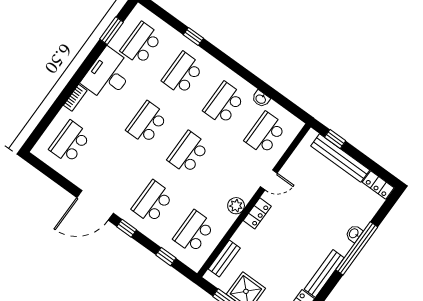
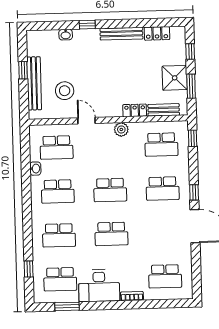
window: (193, 36) -> (29, 269), moved
window: (335, 139) -> (23, 70), moved
stool: (312, 181) -> (65, 91), added
locker: (378, 185) -> (33, 43), removed
locker: (257, 213) -> (135, 110), moved
washbasin: (354, 233) -> (66, 35), moved
window: (357, 248) -> (87, 25), width x0.32
window: (166, 257) -> (193, 138), moved

